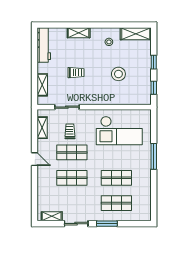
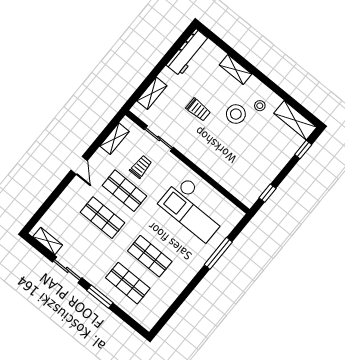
window: (154, 62) -> (303, 150), moved
stool: (118, 74) -> (236, 114), moved
window: (154, 156) -> (218, 253), moved

